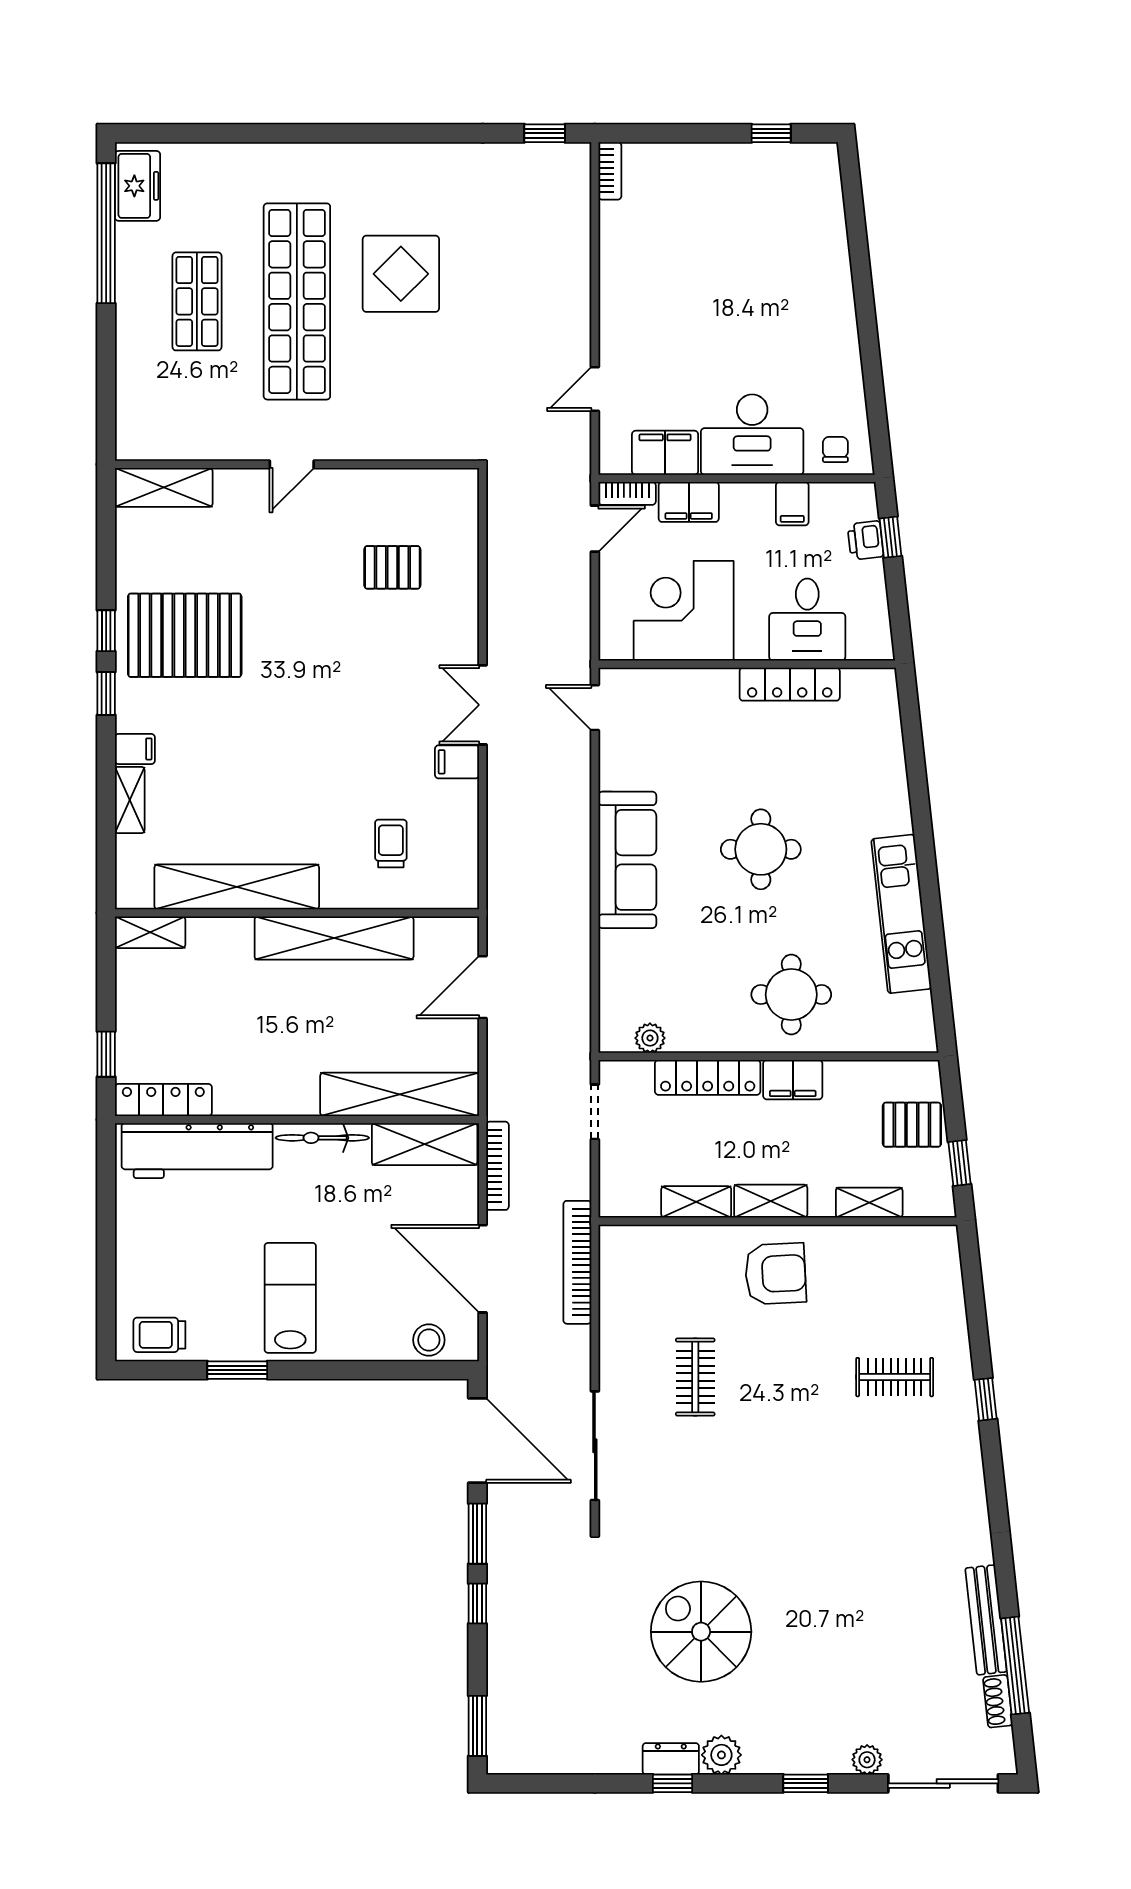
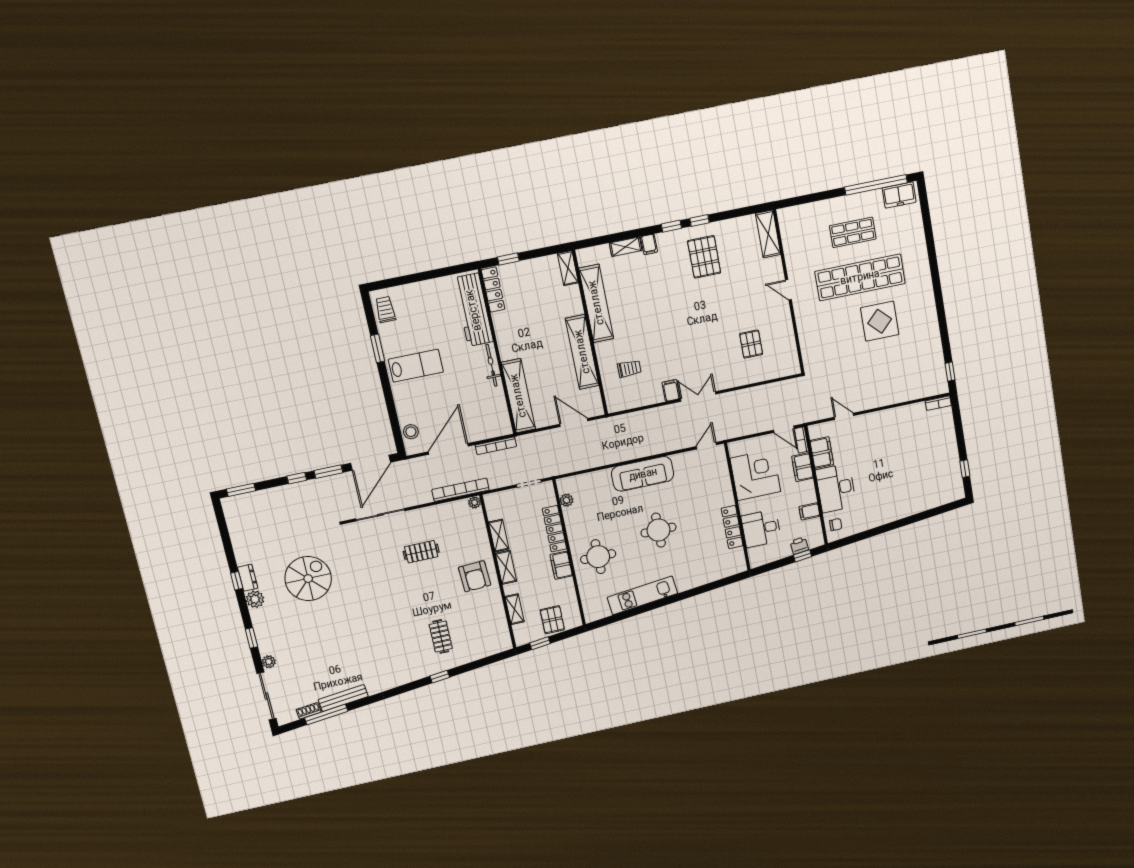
pallet: (185, 635) -> (704, 257), width x0.73, depth x0.71
shelving: (425, 1144) -> (498, 411), removed
plant: (612, 1238) -> (475, 503), added

